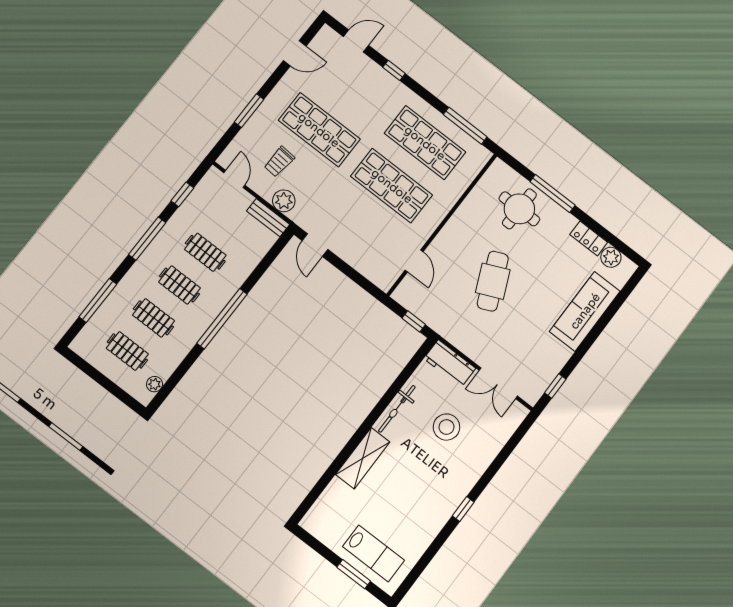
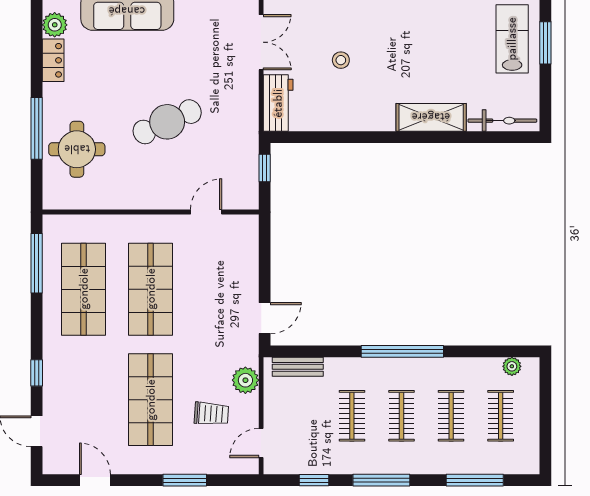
bench: (268, 218) -> (298, 367), moved, turned 90
bicycle: (397, 409) -> (502, 121), moved
stool: (446, 427) -> (341, 60), width x0.53, depth x0.53

